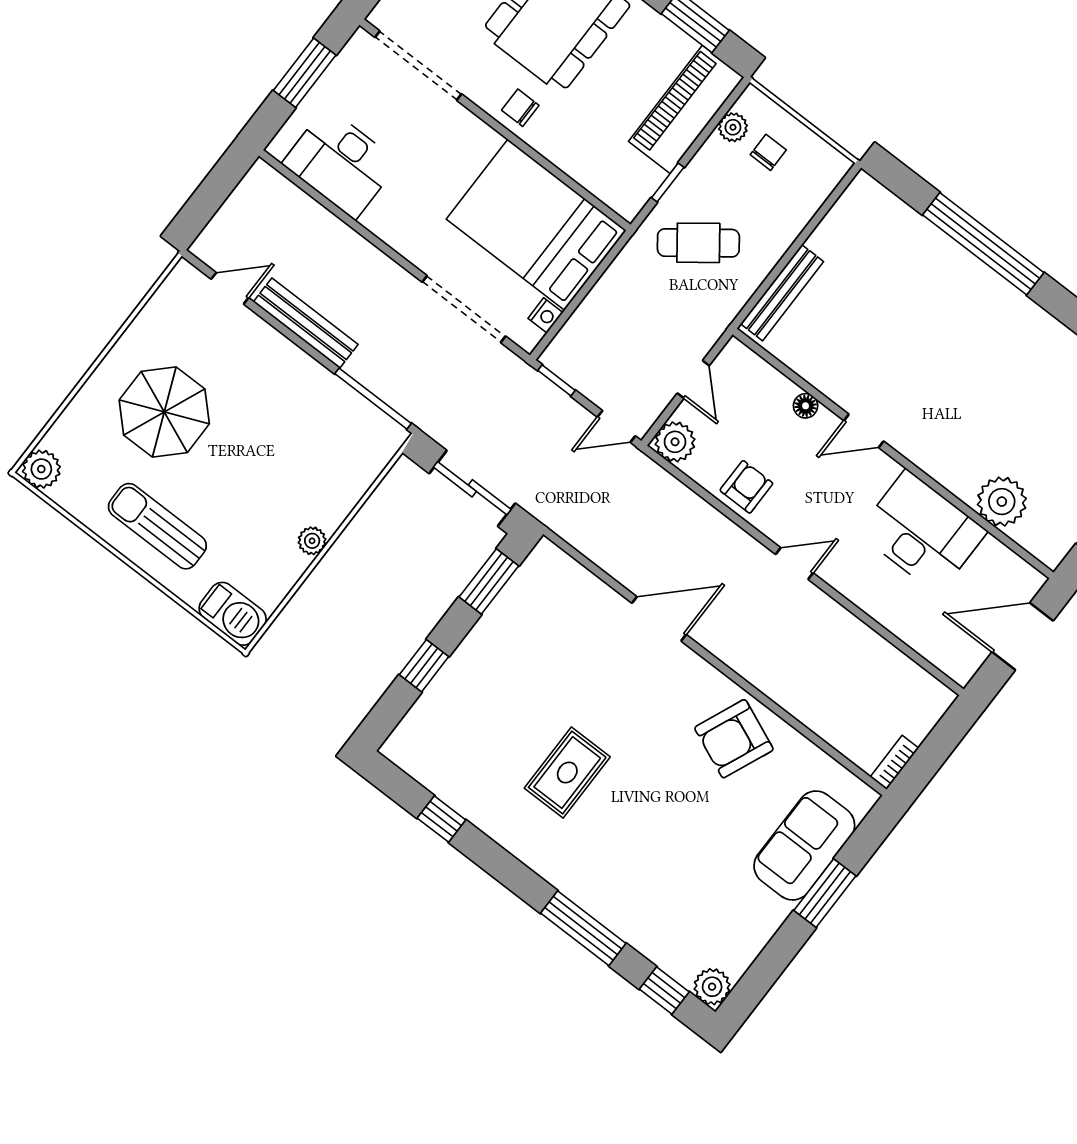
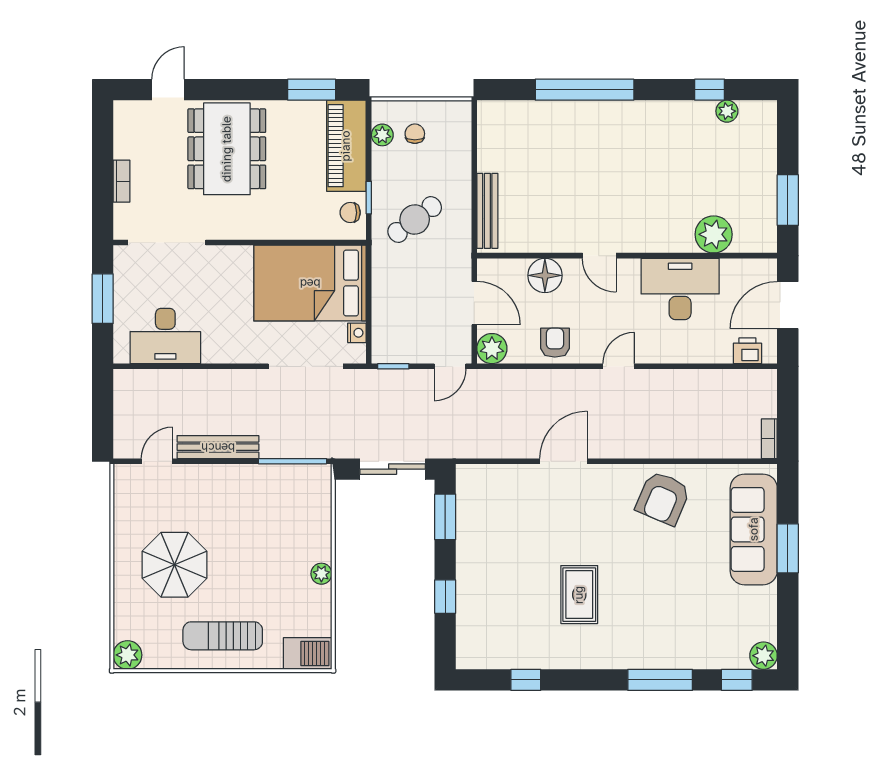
chair: (520, 108) -> (350, 213), moved
door: (693, 379) -> (474, 303), width x1.38
floor lamp: (806, 406) -> (545, 275), width x1.89, depth x1.89
door: (864, 431) -> (599, 256), hinge flipped
printer: (943, 652) -> (747, 351), added
sofa: (804, 846) -> (754, 529), width x1.36

